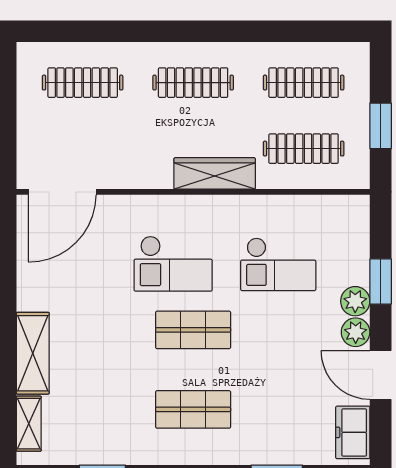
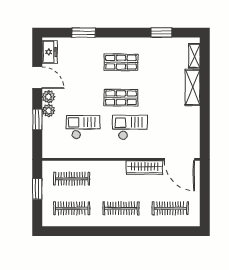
wardrobe: (215, 173) -> (145, 168), moved
door: (62, 192) -> (179, 159), swing flipped

